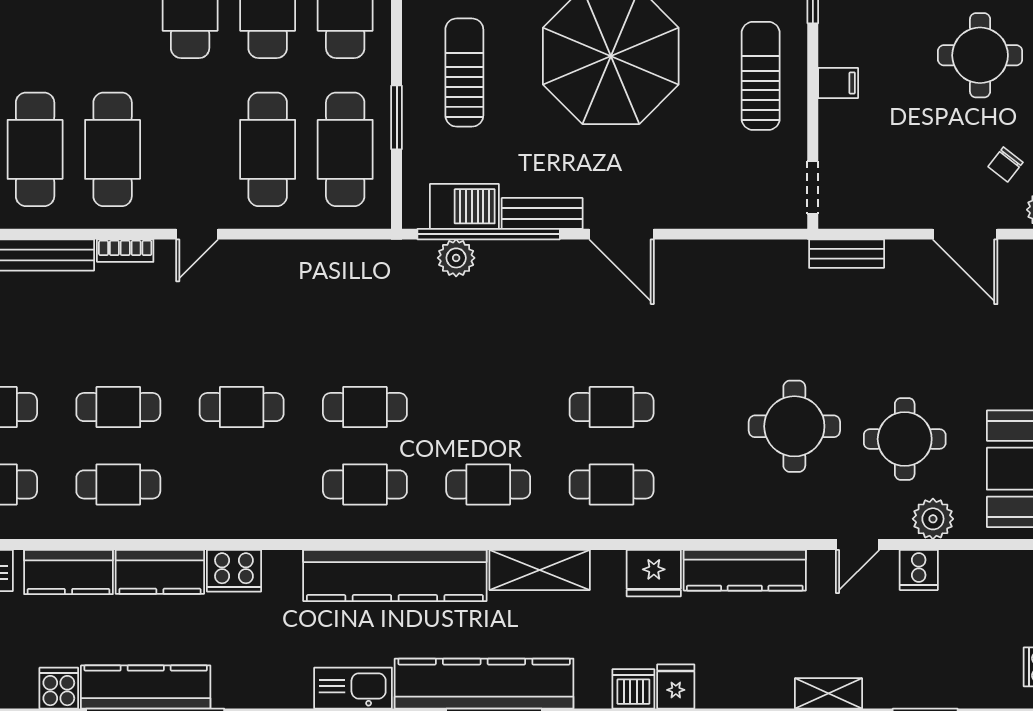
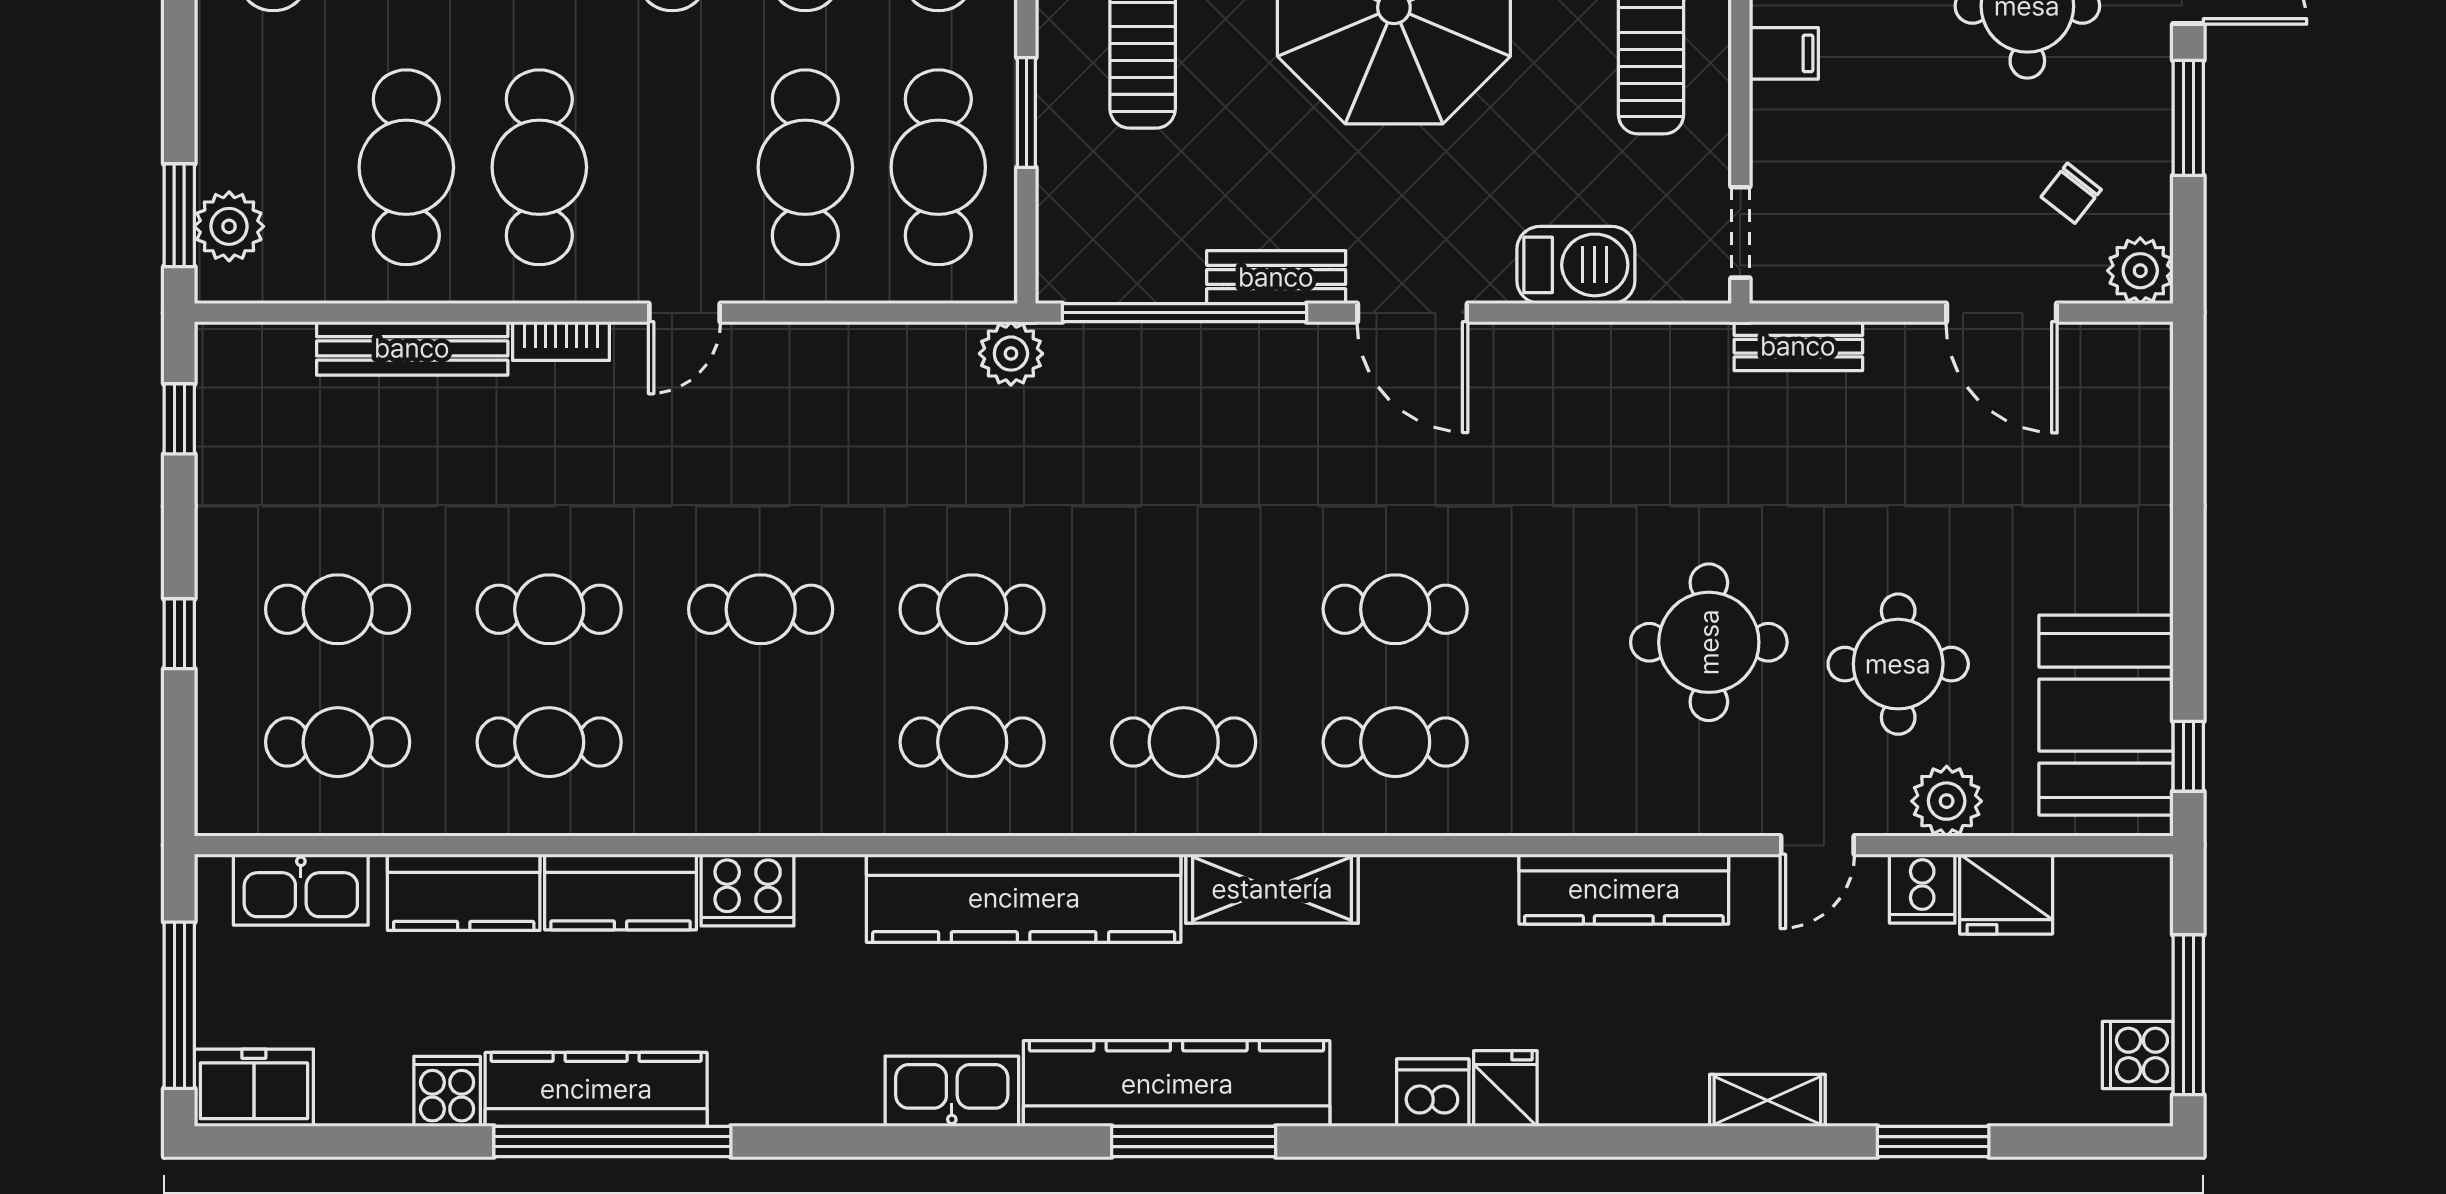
barbecue: (464, 206) -> (1576, 265), moved
plant: (456, 258) -> (1011, 354), moved
fridge: (654, 573) -> (2006, 894), moved

